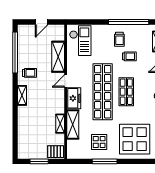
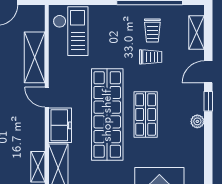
trolley: (119, 39) -> (152, 30), moved
door: (66, 81) -> (47, 97), hinge flipped

